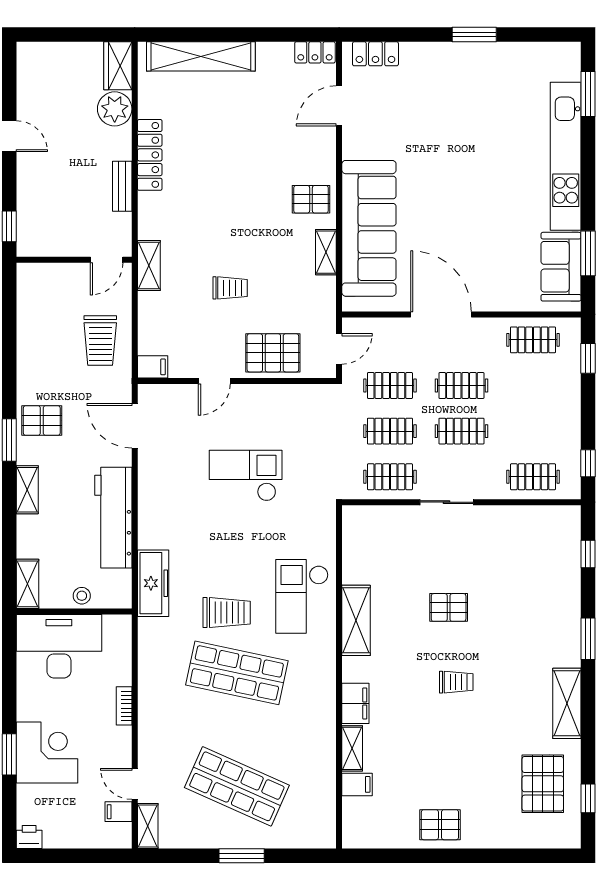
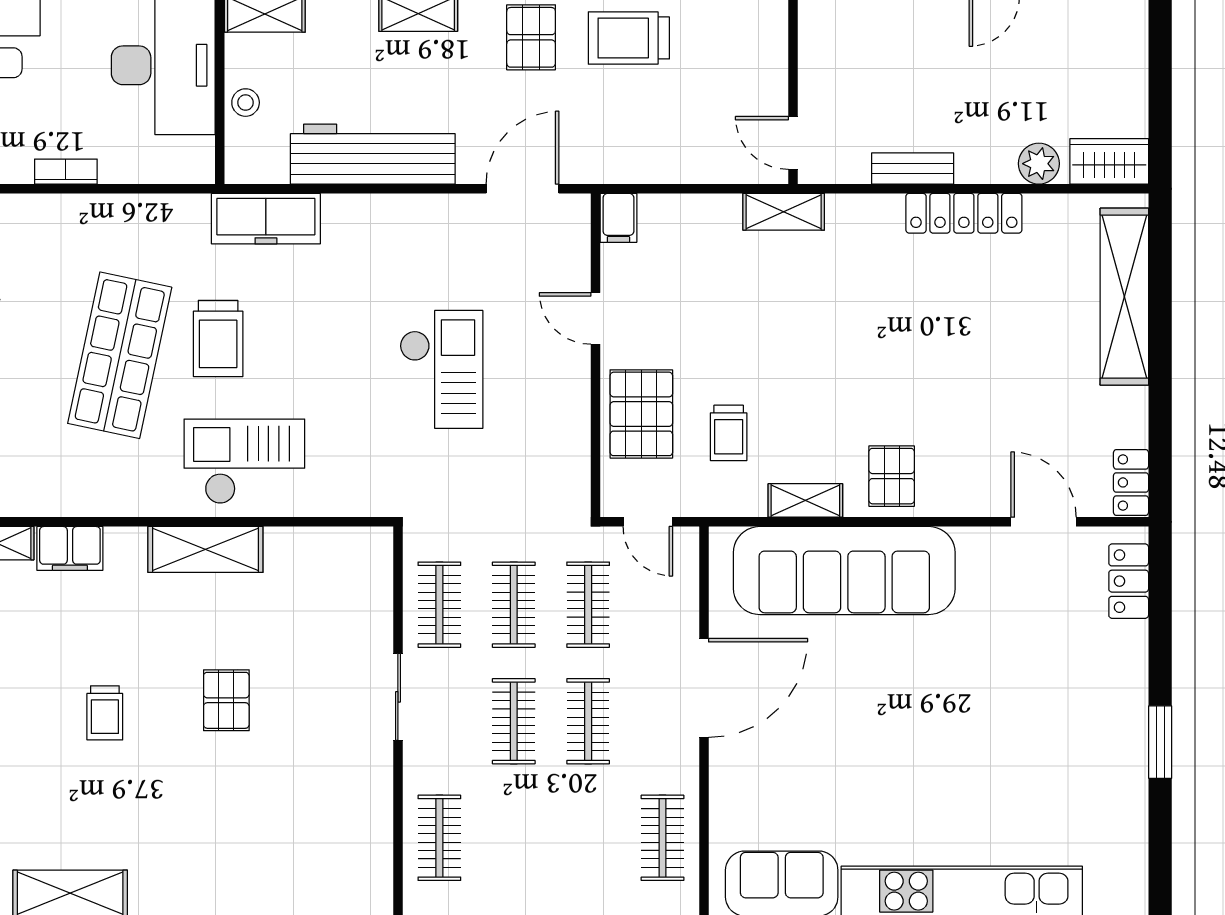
plant: (115, 109) -> (1039, 164), width x0.73, depth x0.73
trolley: (230, 288) -> (729, 433), moved
trolley: (100, 341) -> (629, 38), moved

